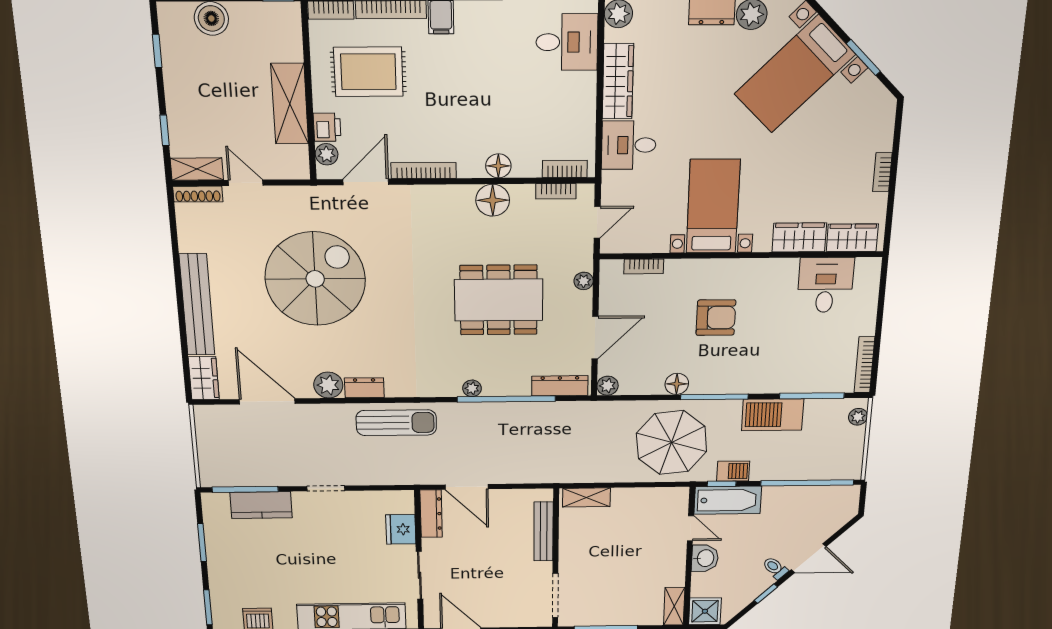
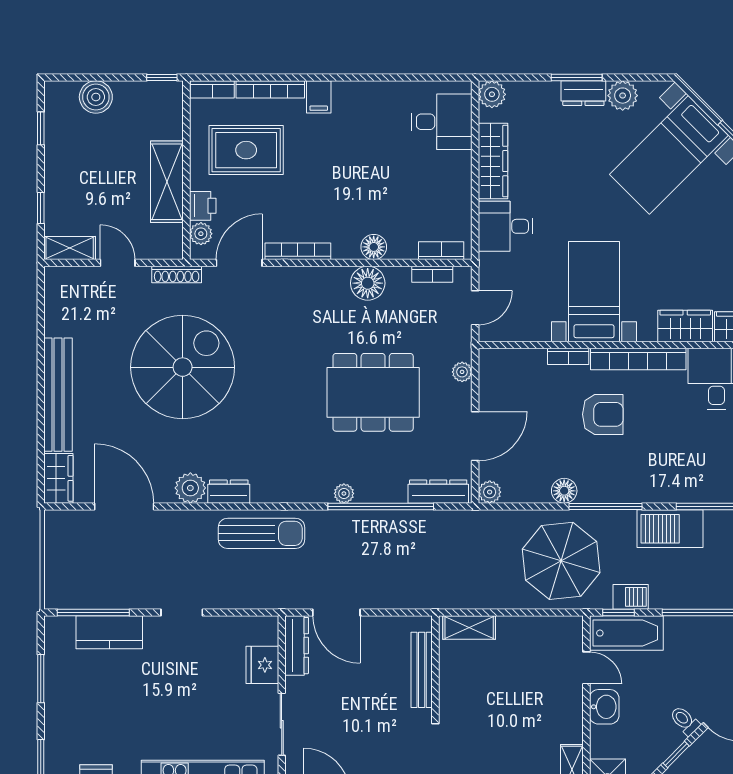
shoe rack: (198, 194) -> (177, 274), moved
bookcase: (644, 266) -> (568, 356), moved
bookcase: (752, 268) -> (638, 359), added

